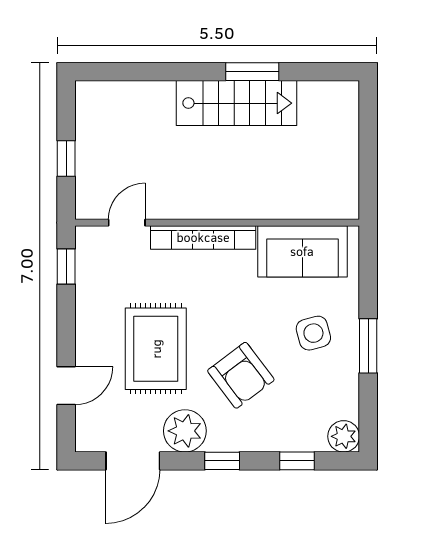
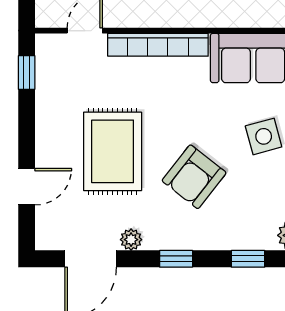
armchair: (241, 375) -> (194, 177), turned 75
plant: (185, 431) -> (131, 240), width x0.53, depth x0.53

